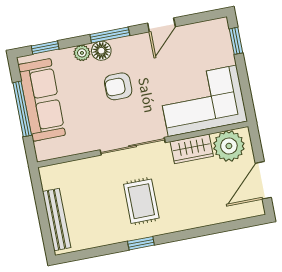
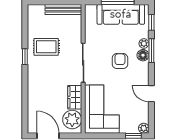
plant: (220, 26) -> (144, 128), added
window: (110, 35) -> (151, 51), moved
rug: (141, 201) -> (46, 47), moved
bench: (57, 220) -> (63, 10), moved

